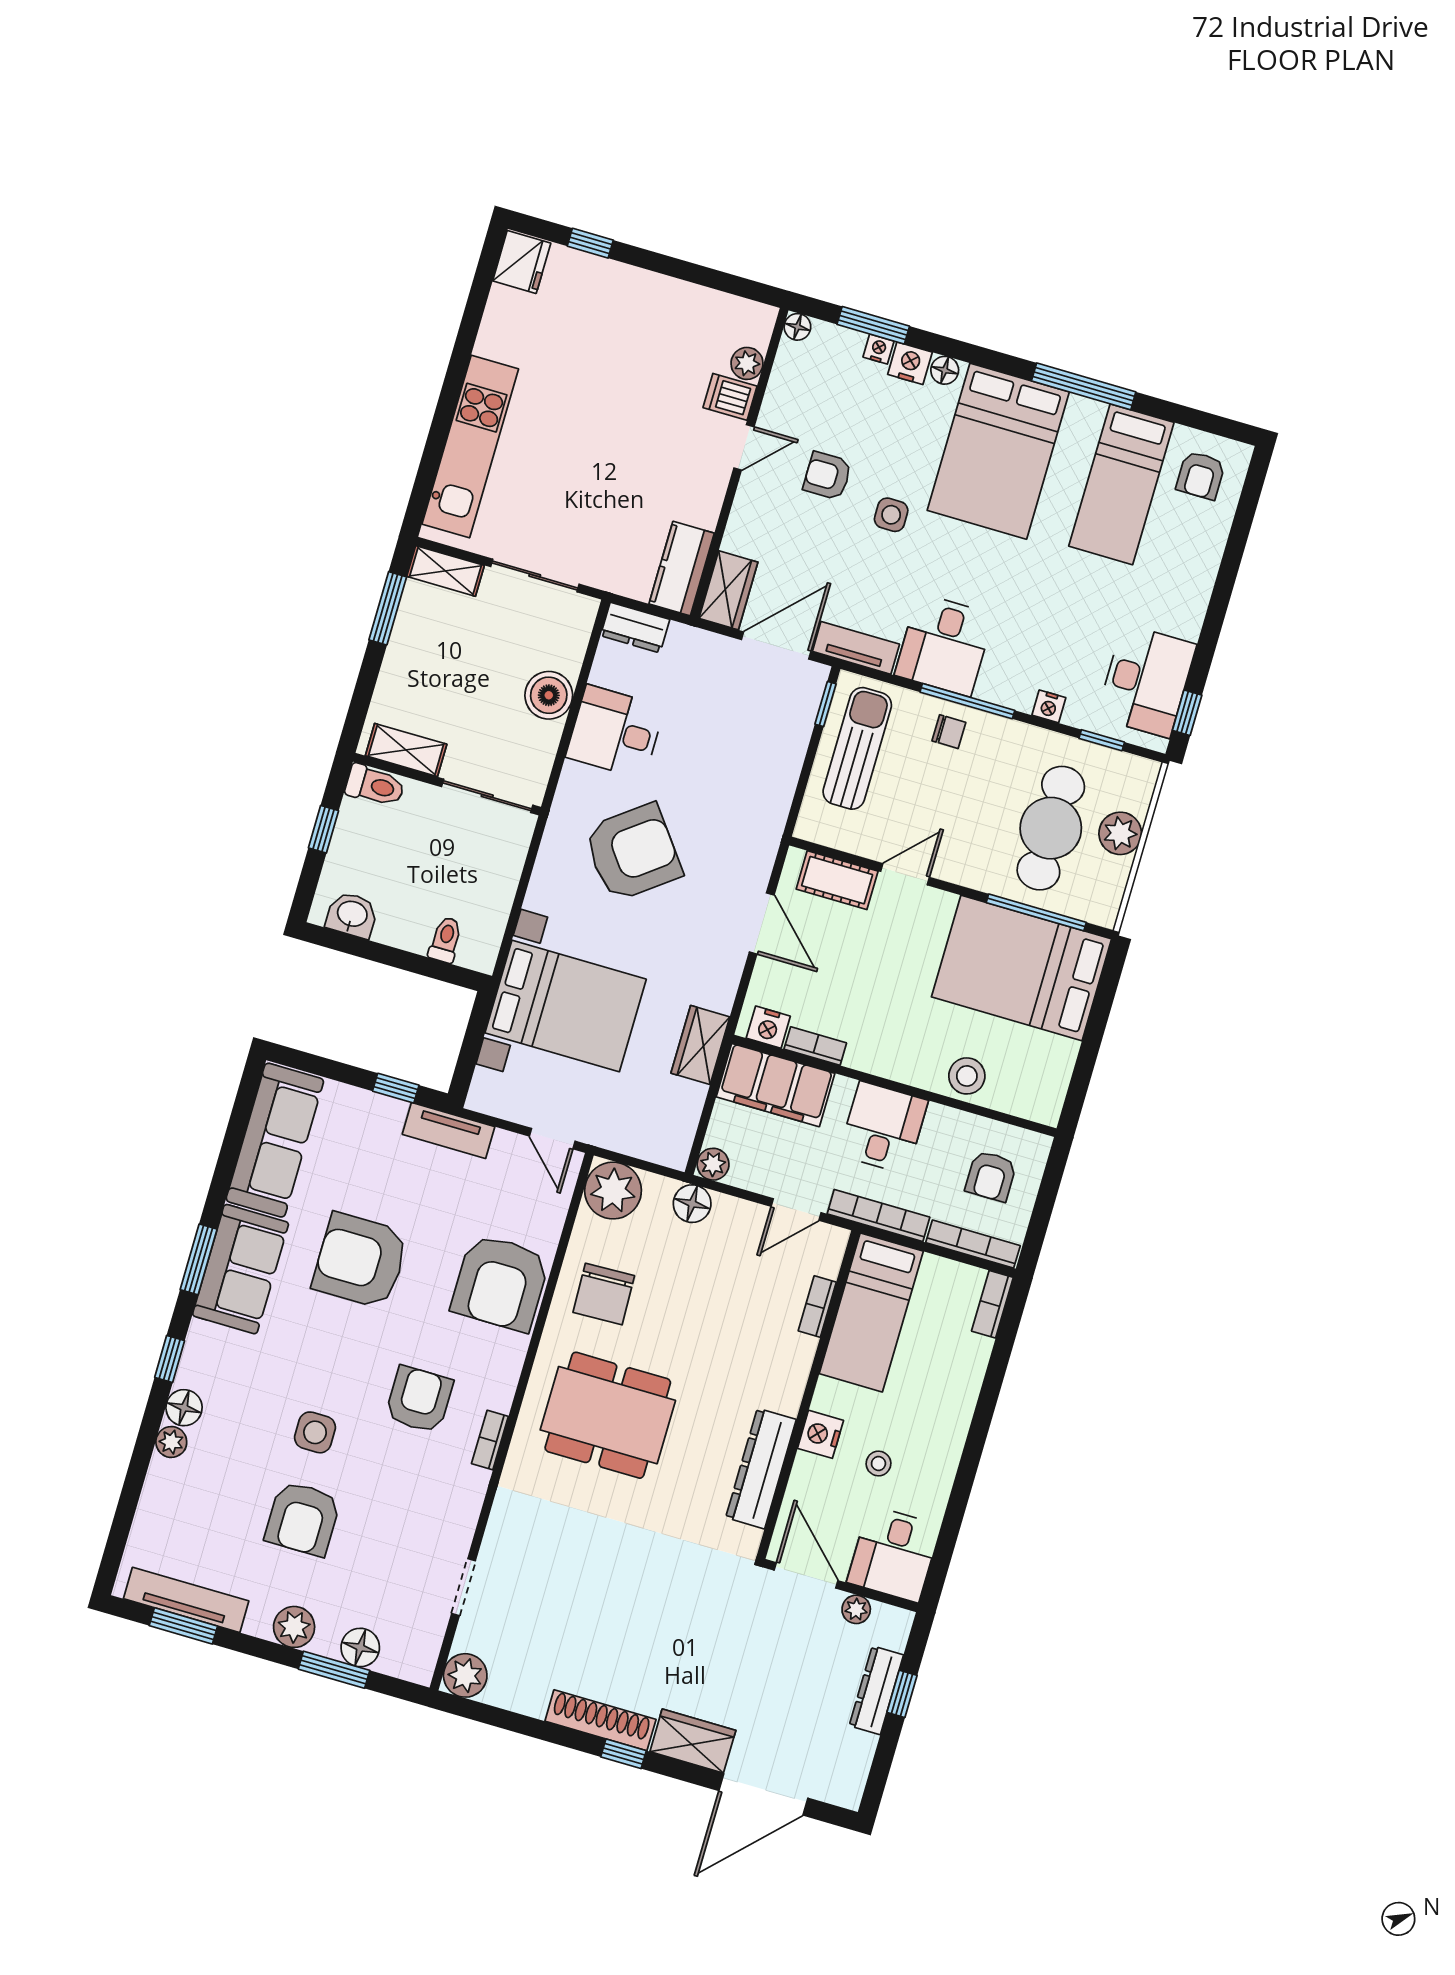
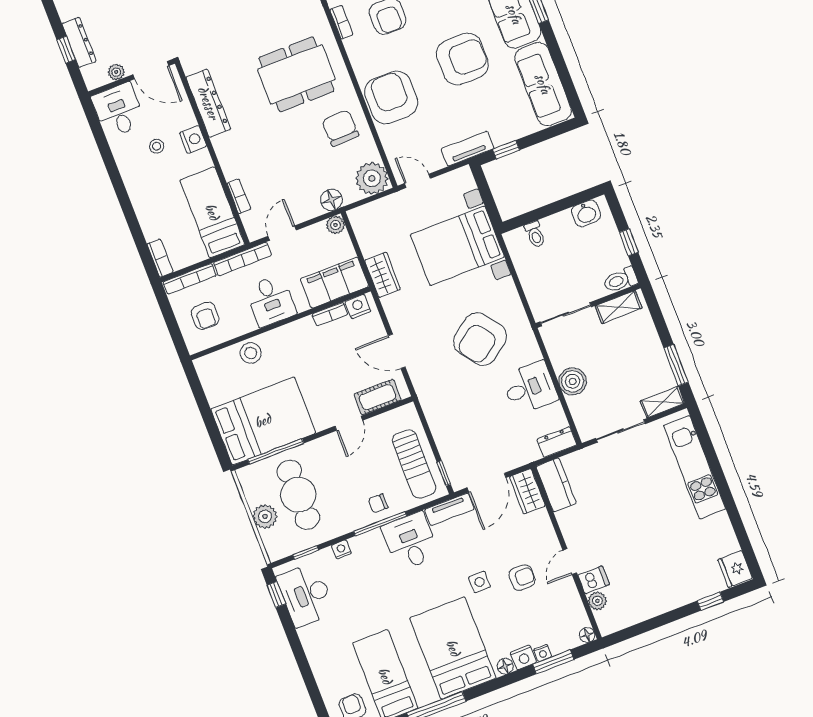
armchair: (991, 1176) -> (205, 316), turned 180

